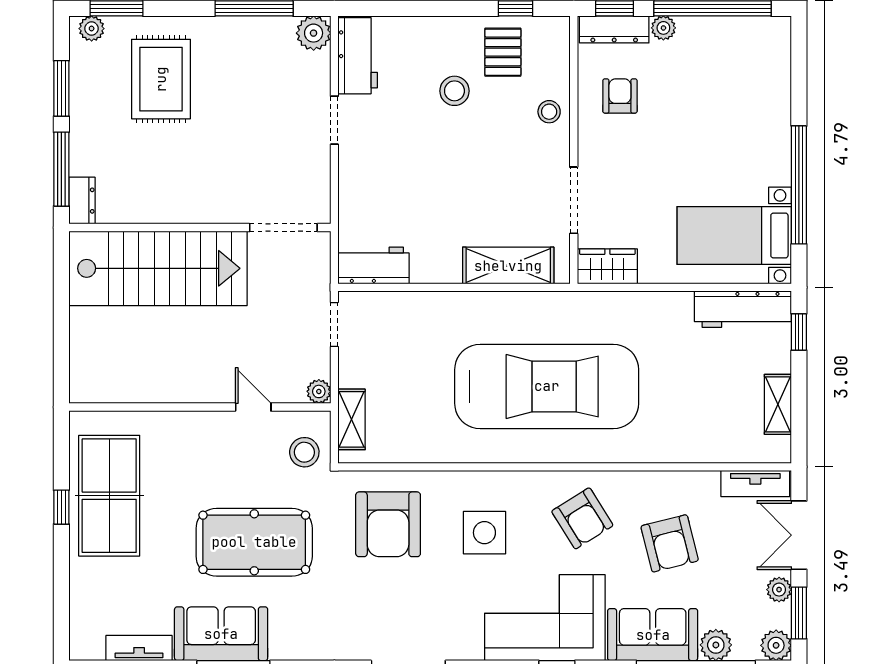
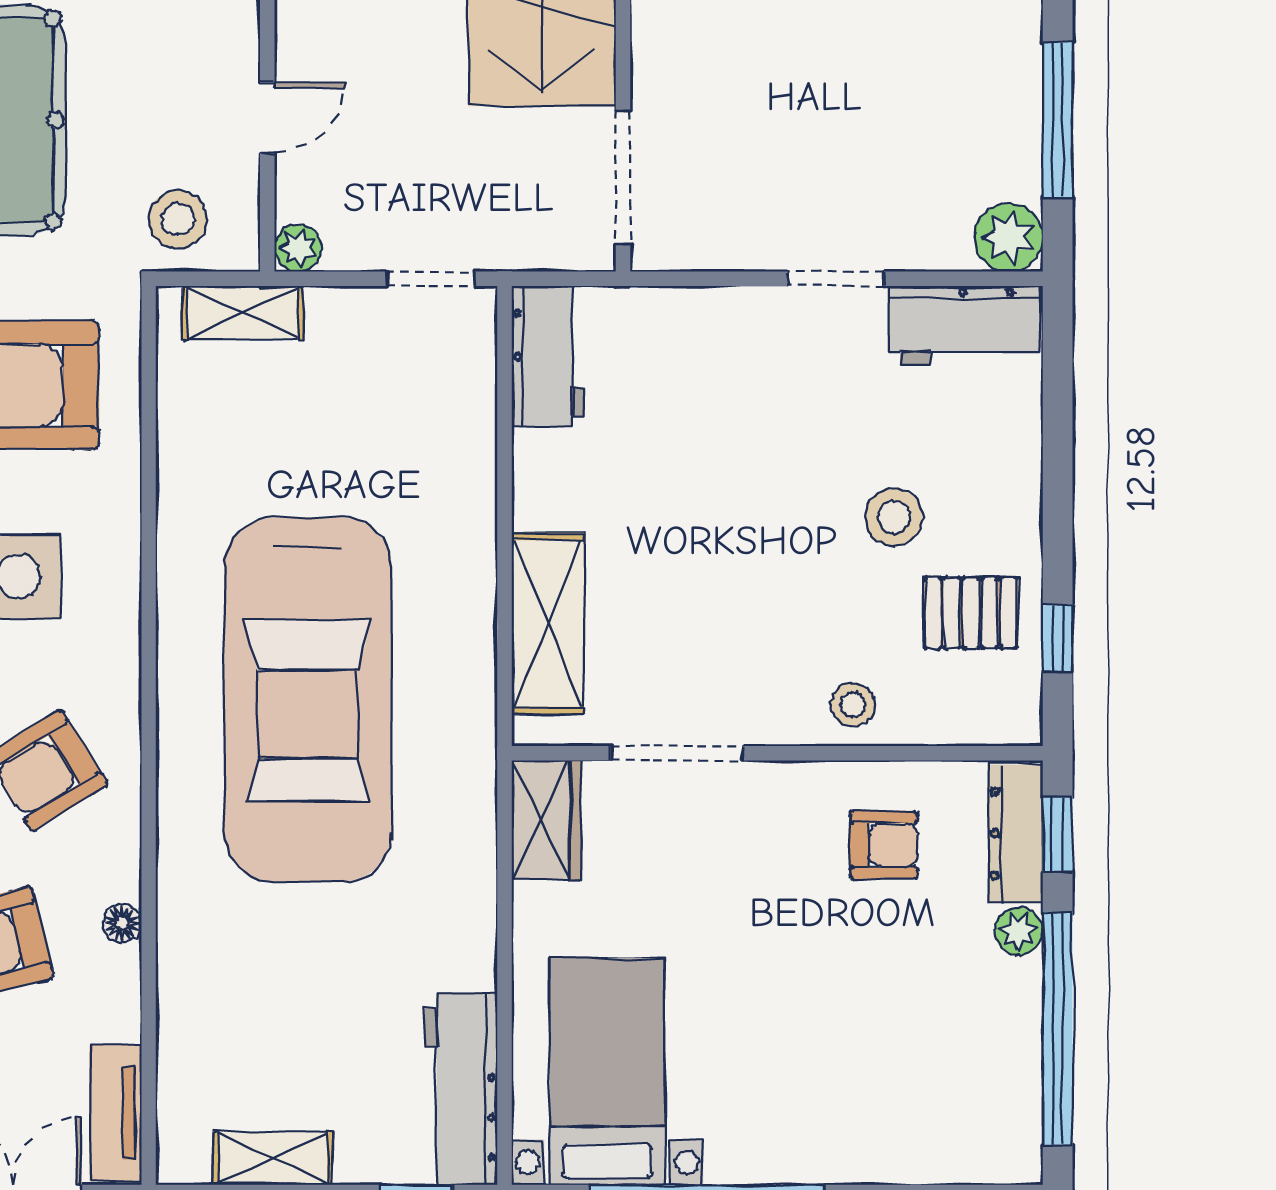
floor lamp: (659, 480) -> (122, 923), added

